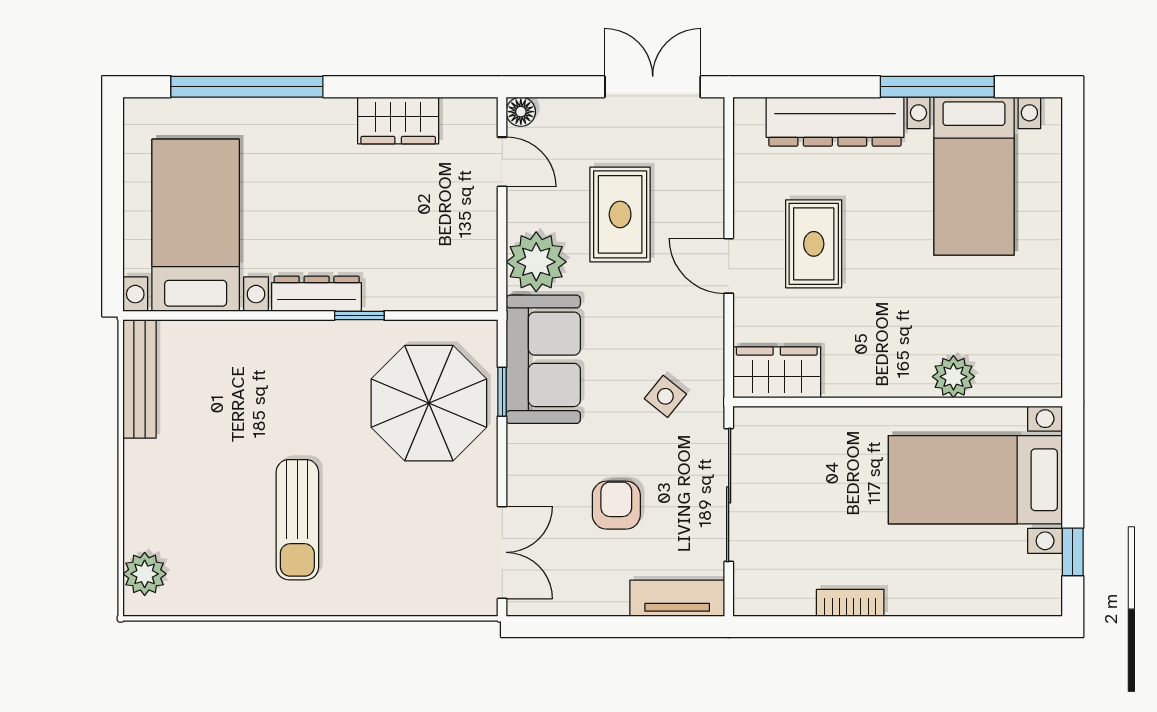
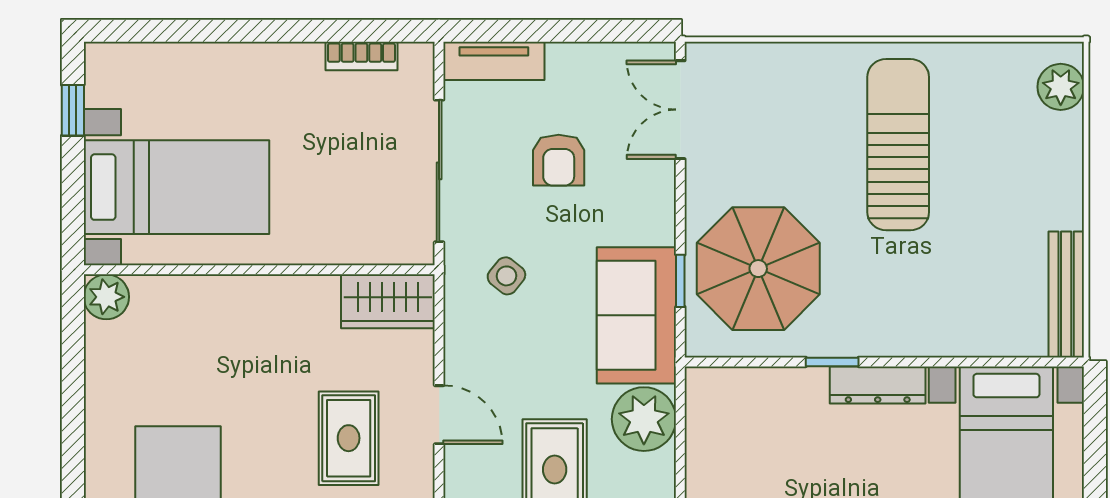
plant: (953, 377) -> (106, 297), moved
sun lounger: (297, 520) -> (898, 145), width x1.36, depth x1.34
bookcase: (850, 603) -> (361, 56), moved

